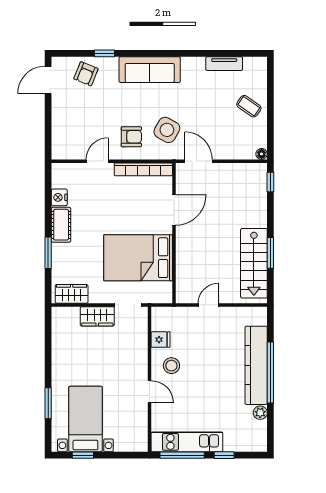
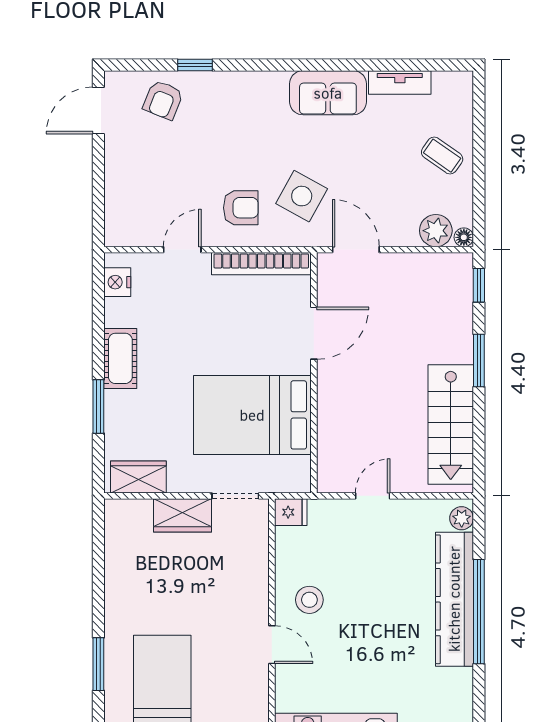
sofa: (150, 70) -> (328, 93), moved, width x0.73
plant: (245, 150) -> (436, 231), added
nightstand: (59, 197) -> (117, 282), moved
window: (270, 253) -> (479, 360), moved
fridge: (161, 340) -> (291, 512), moved
plant: (260, 413) -> (462, 518), moved

